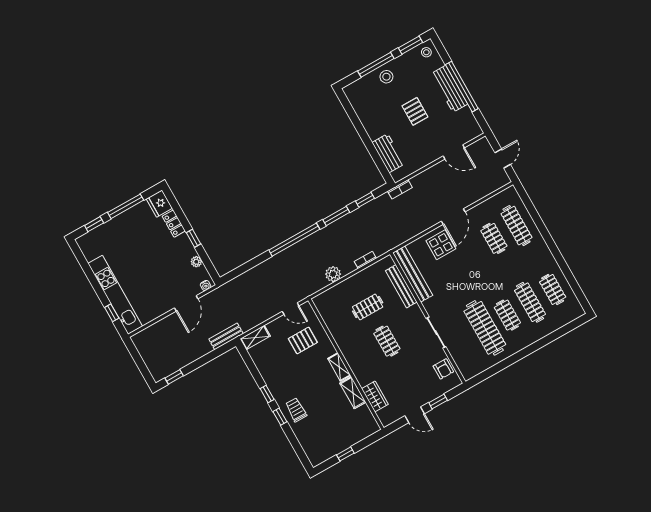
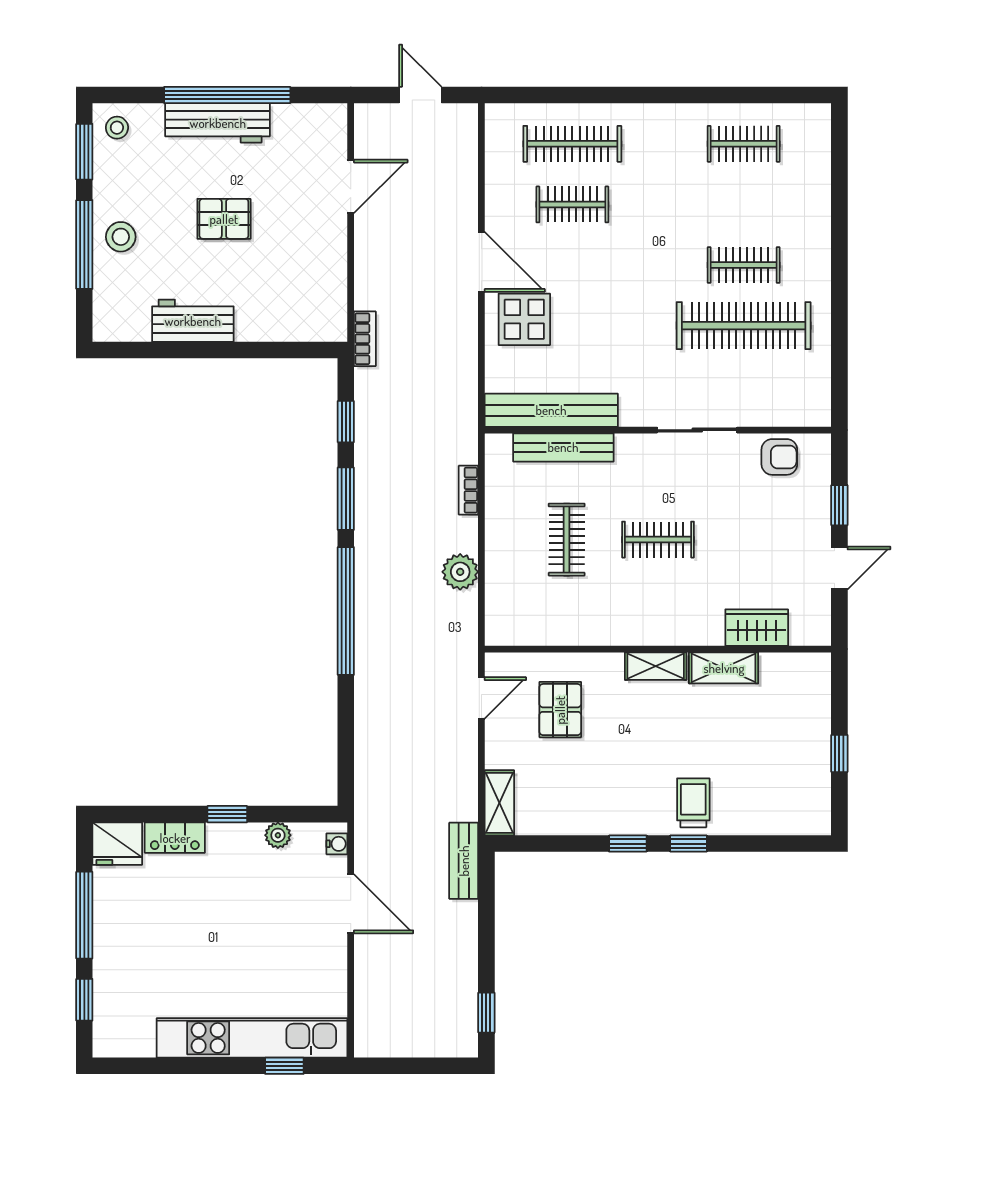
workbench: (388, 153) -> (193, 321), moved
clothes rail: (530, 302) -> (744, 204), removed
trolley: (296, 410) -> (693, 803), turned 89

